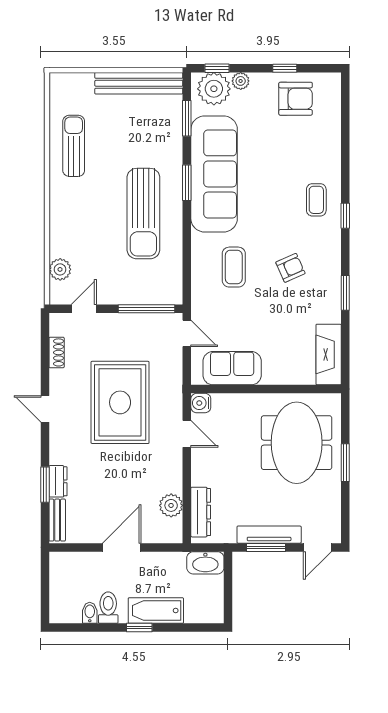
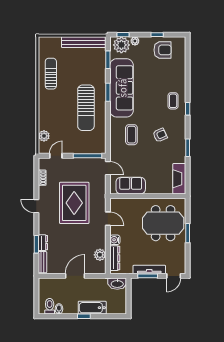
water cooler: (201, 403) -> (115, 240), moved
meeting table: (297, 443) -> (163, 223), turned 90
toilet: (108, 608) -> (50, 306), moved

